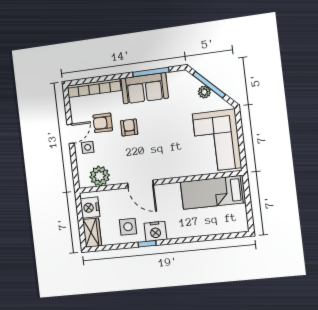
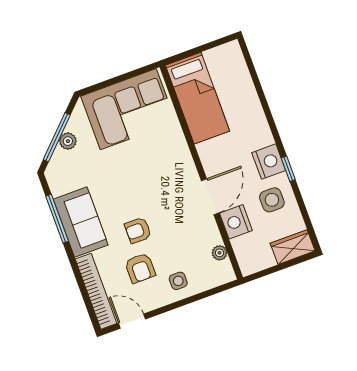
door: (71, 134) -> (132, 321), moved
plant: (100, 176) -> (219, 253), width x0.53, depth x0.53
nightstand: (90, 208) -> (236, 222), moved, turned 90

